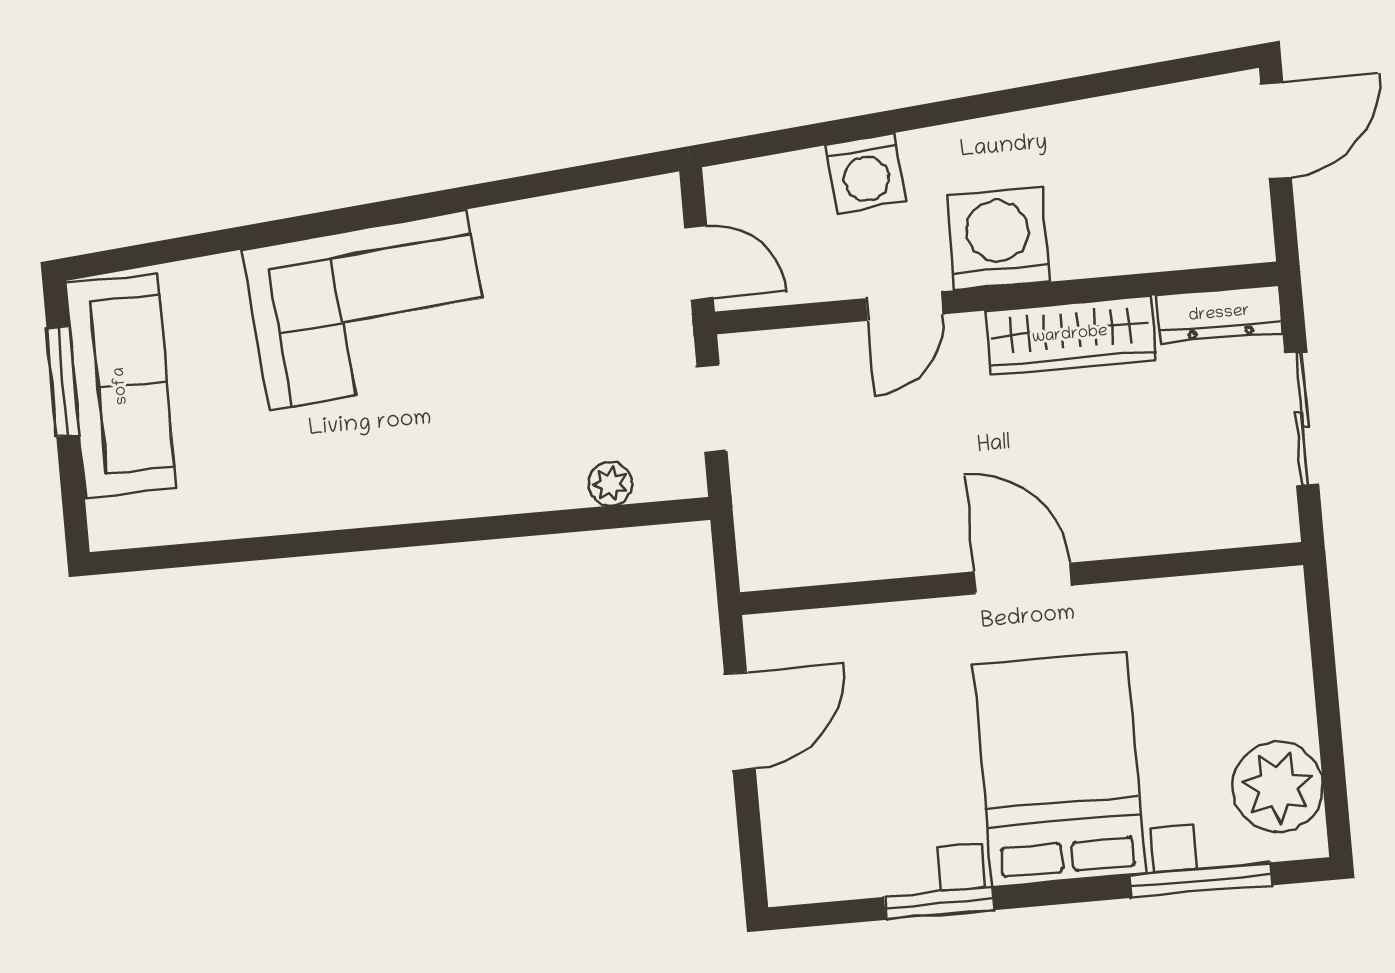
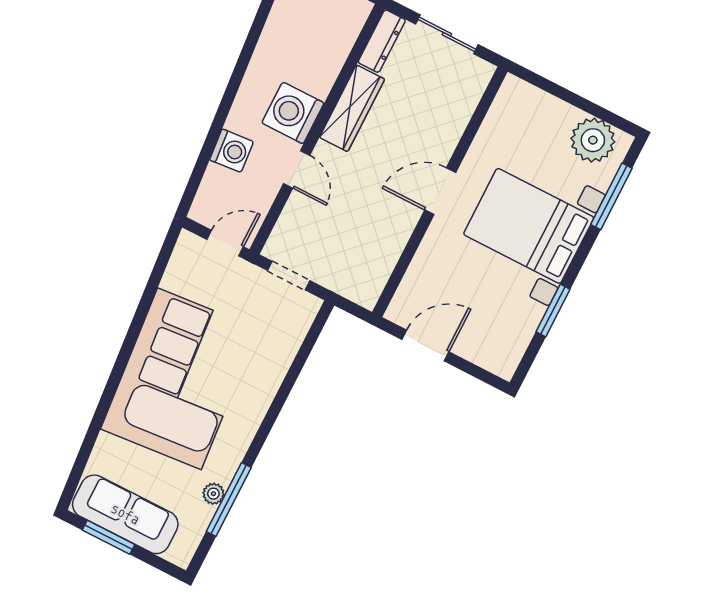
corner sofa: (368, 310) -> (179, 379), width x1.36, depth x1.36
plant: (610, 484) -> (213, 494), moved
window: (259, 548) -> (229, 500), added
door: (740, 721) -> (425, 346), hinge flipped

